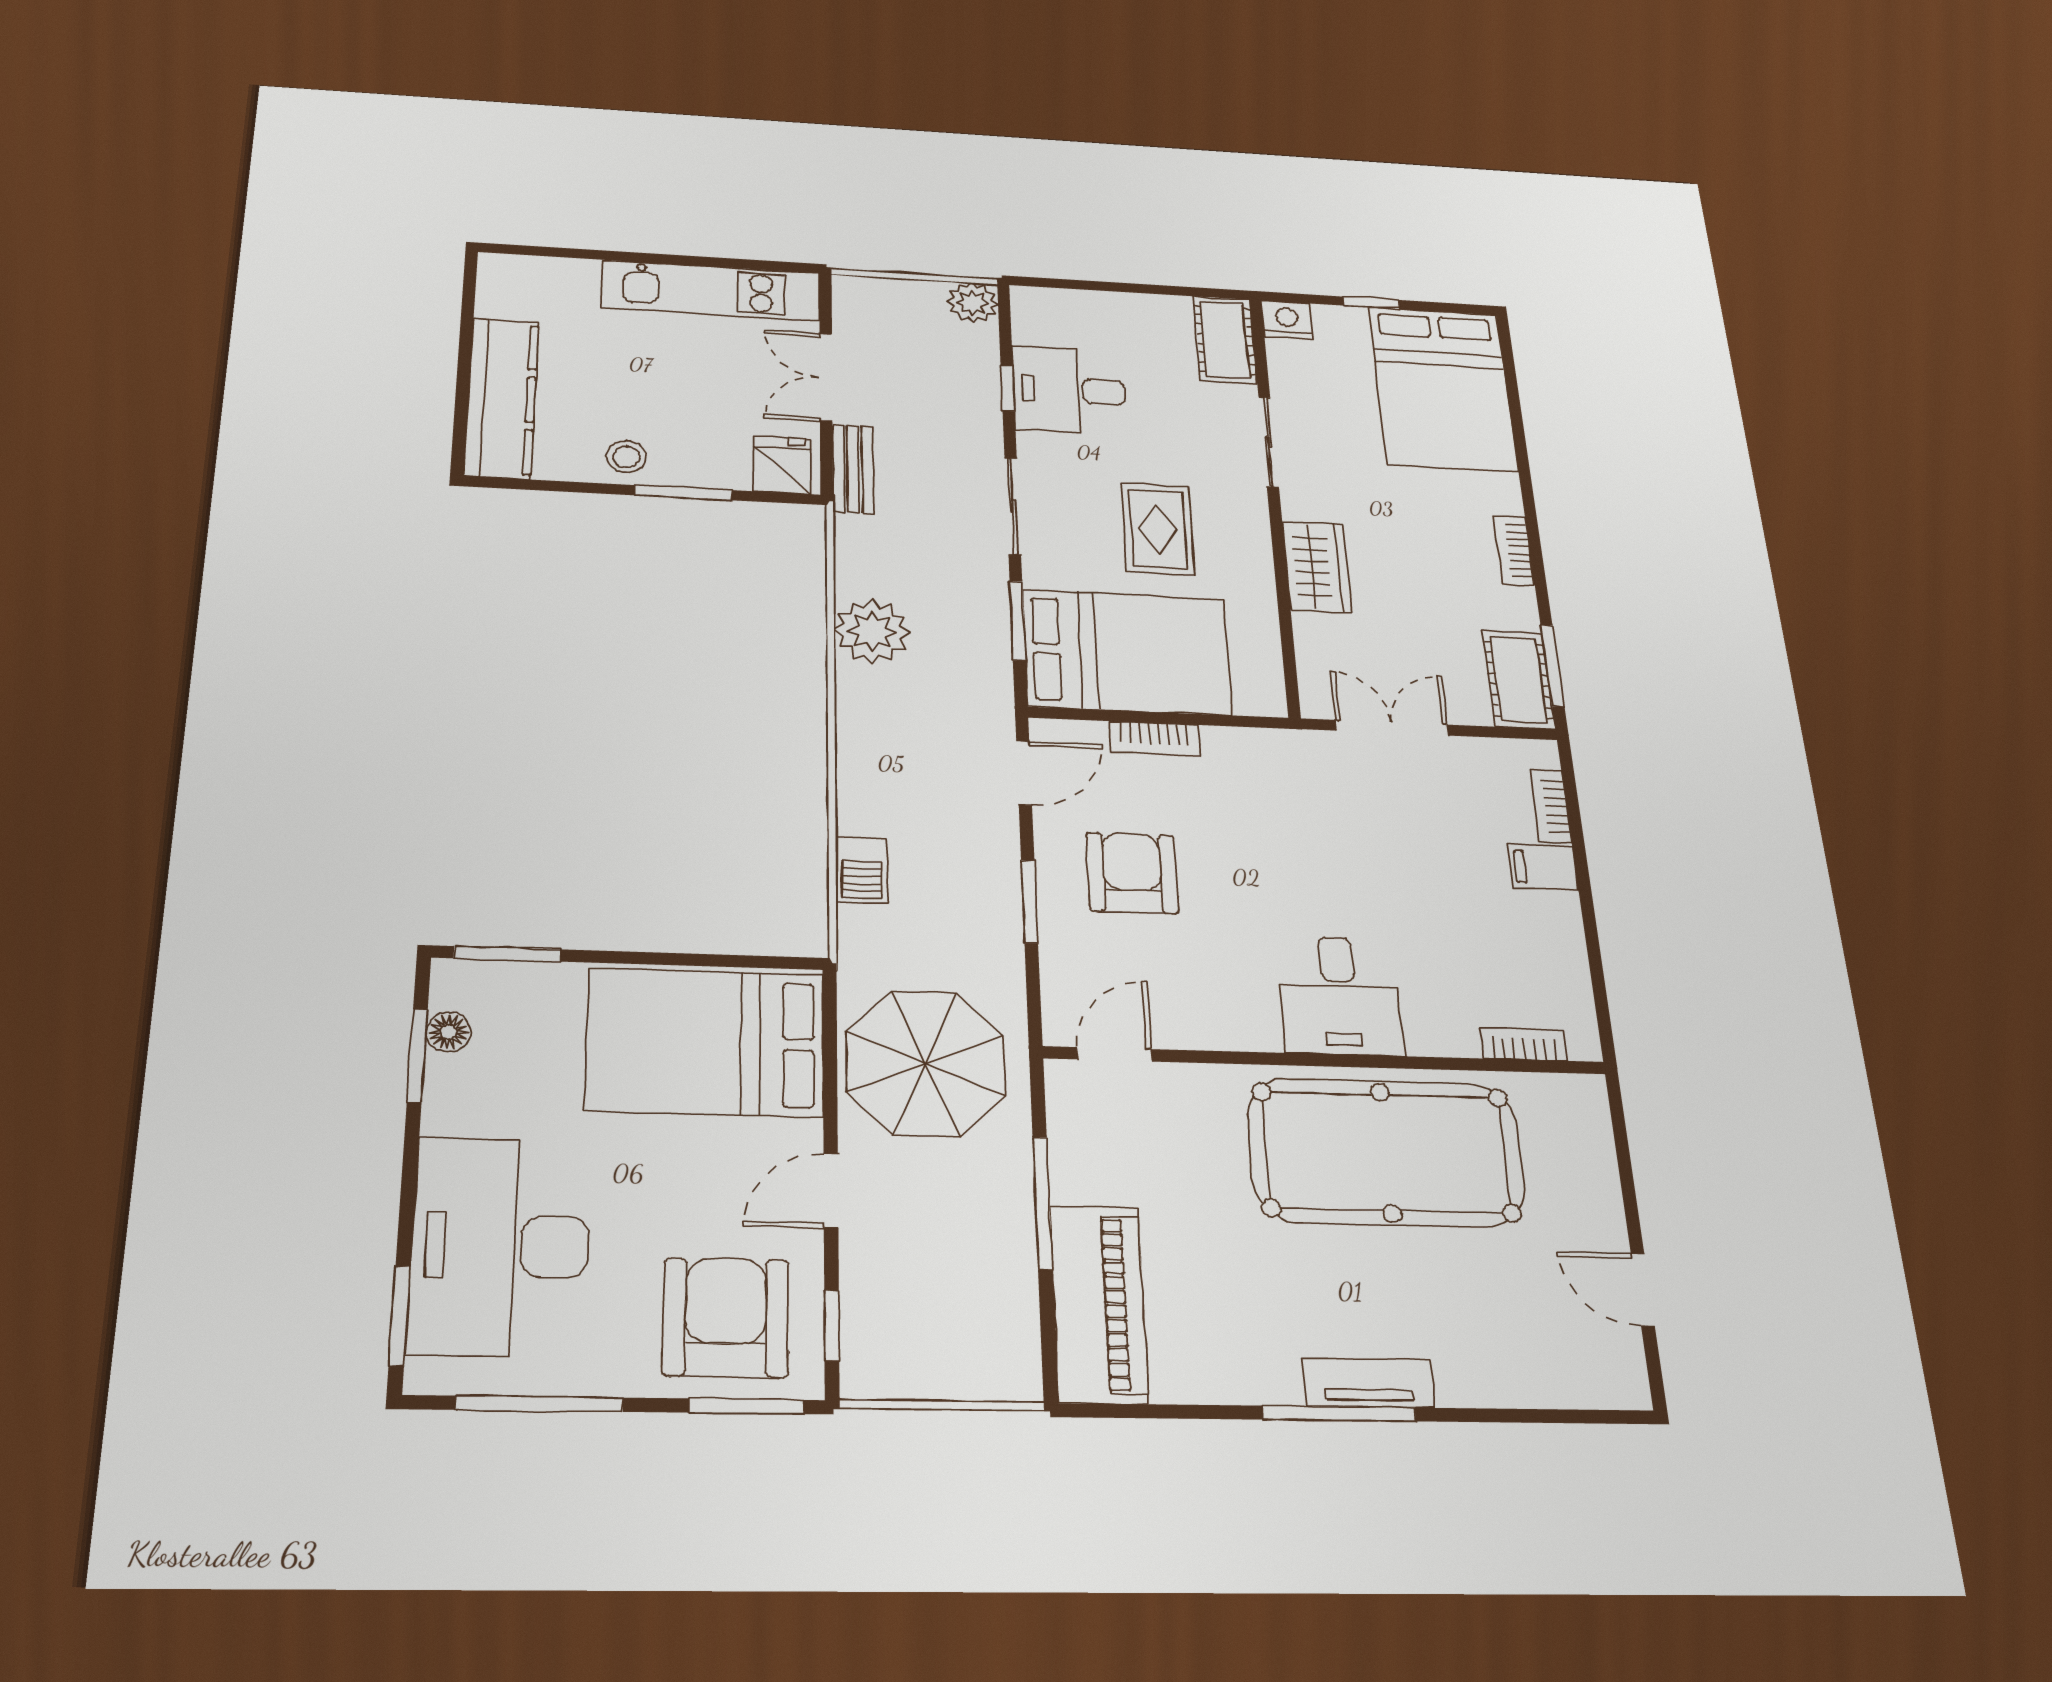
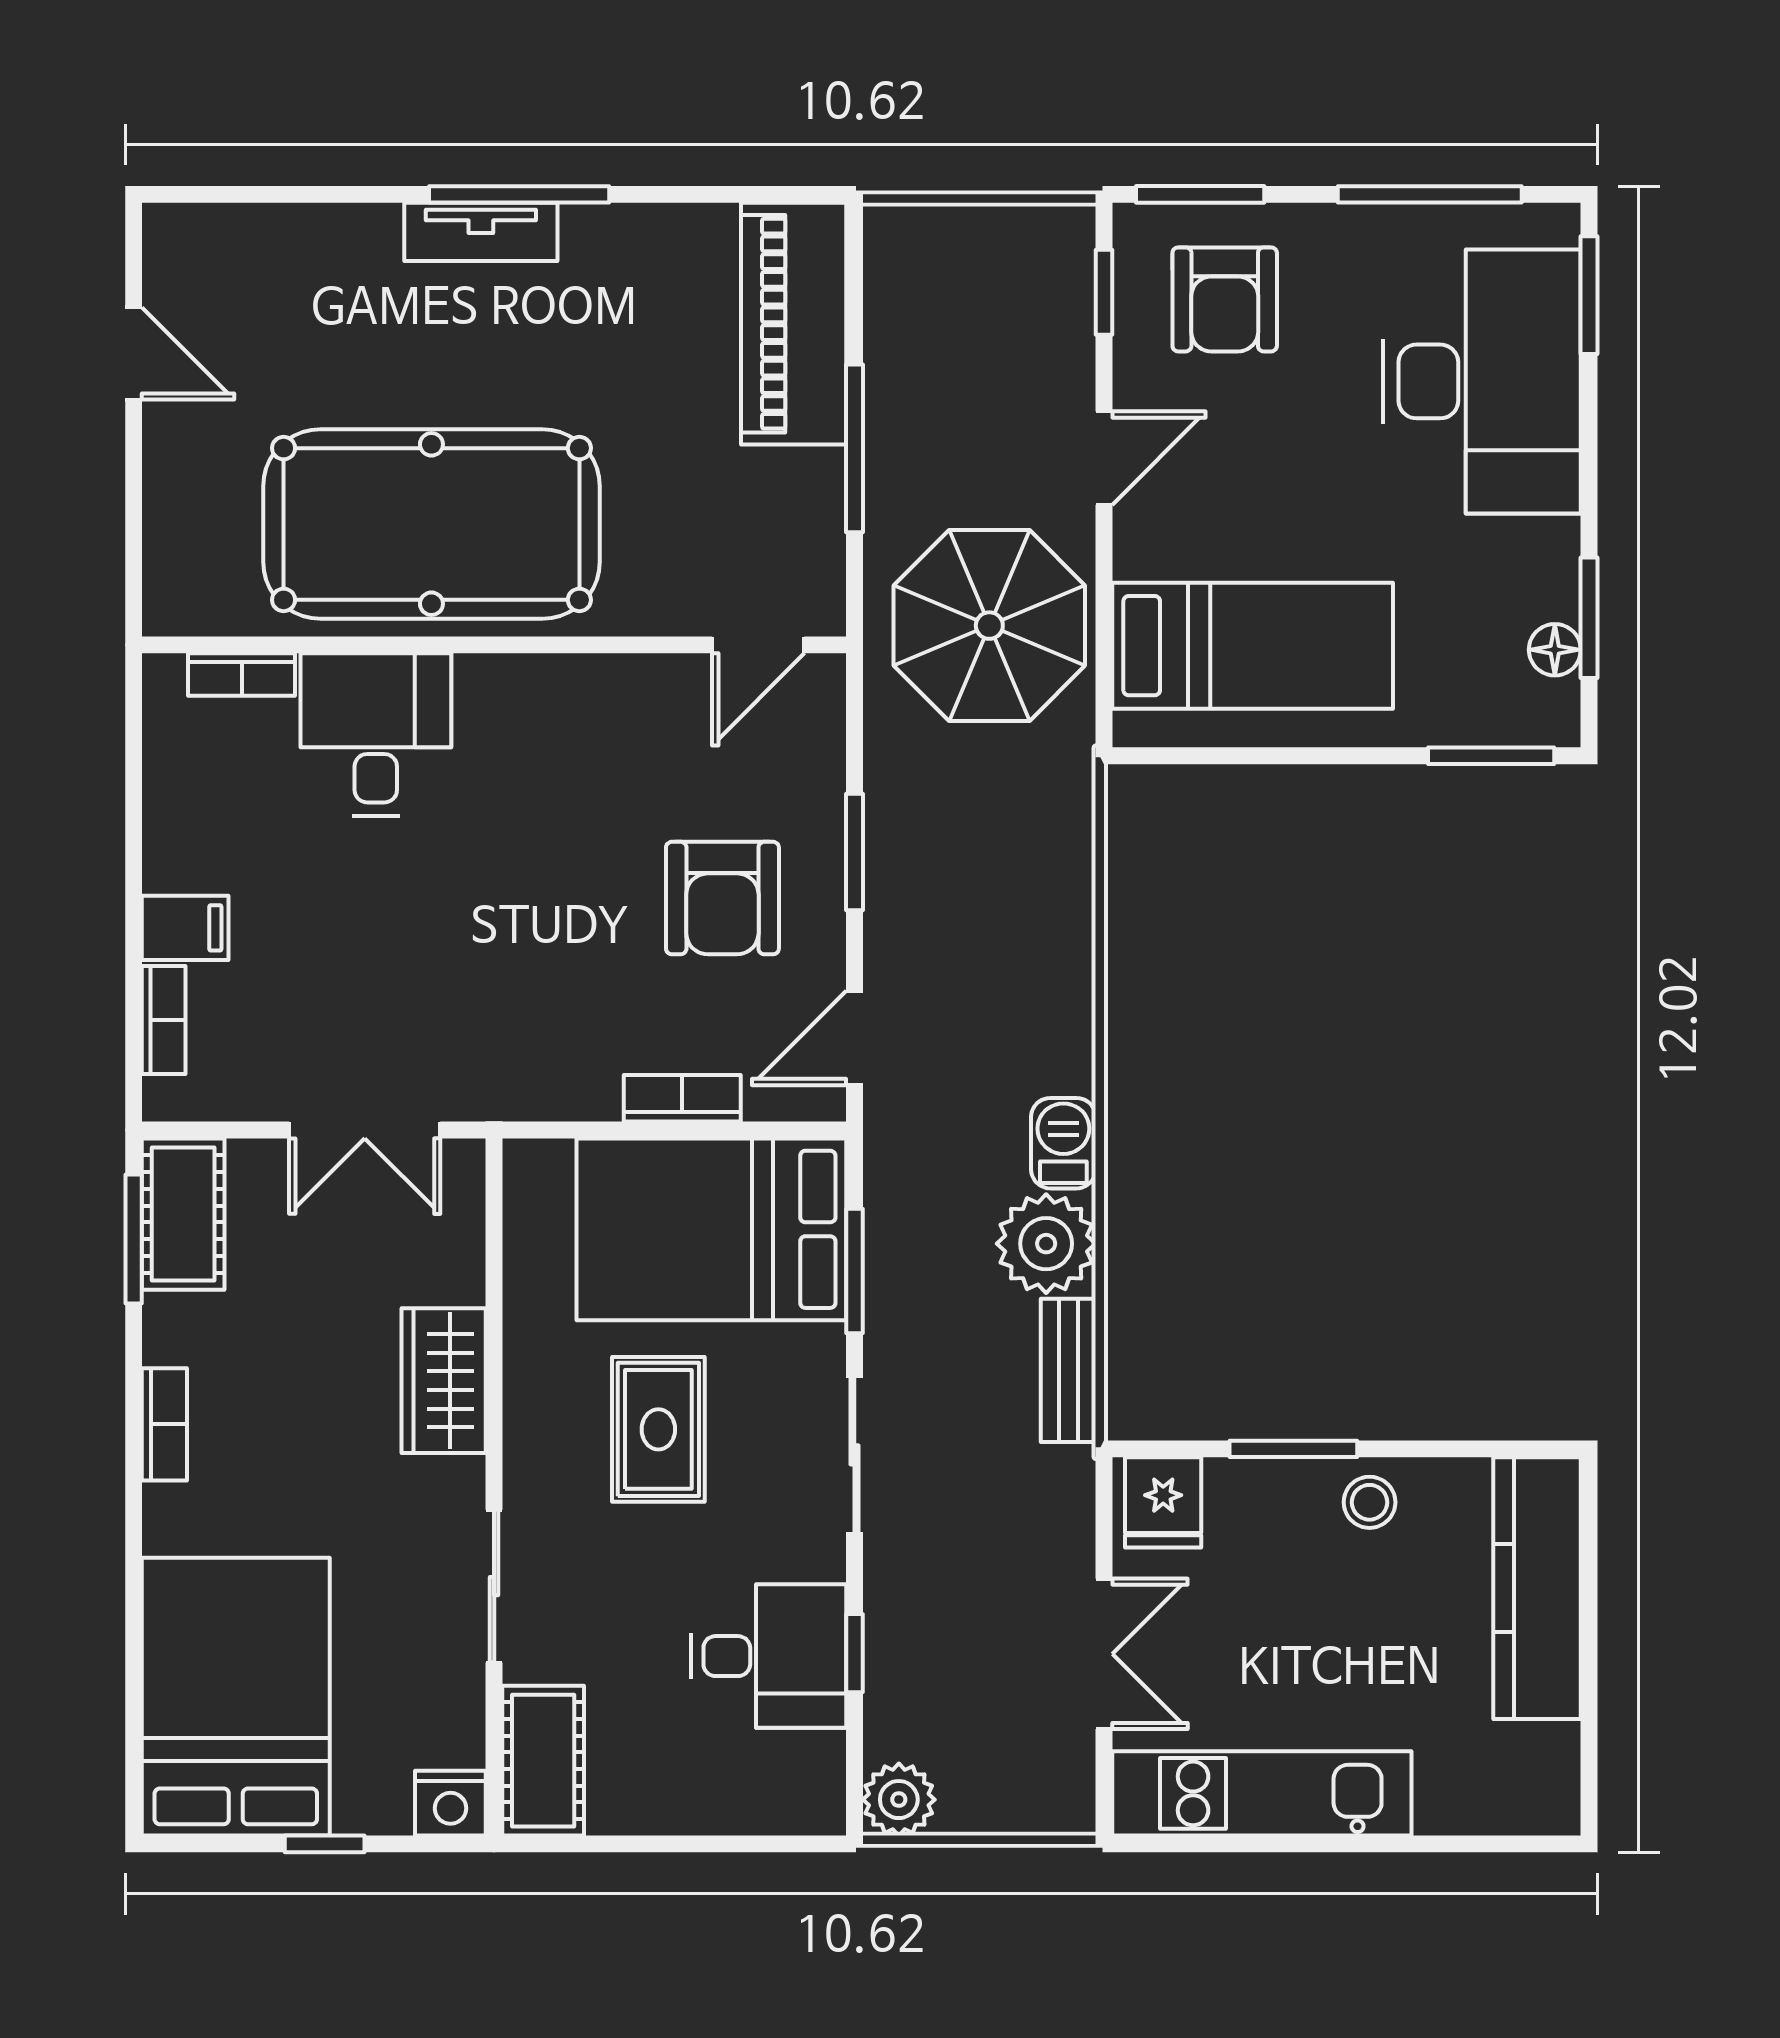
bench: (853, 469) -> (1068, 1370), moved
barbecue: (862, 870) -> (1063, 1143), moved
desk: (1340, 996) -> (376, 734), moved
bed: (706, 1042) -> (1253, 646), width x0.67
armchair: (726, 1317) -> (1225, 299), width x0.73, depth x0.73

